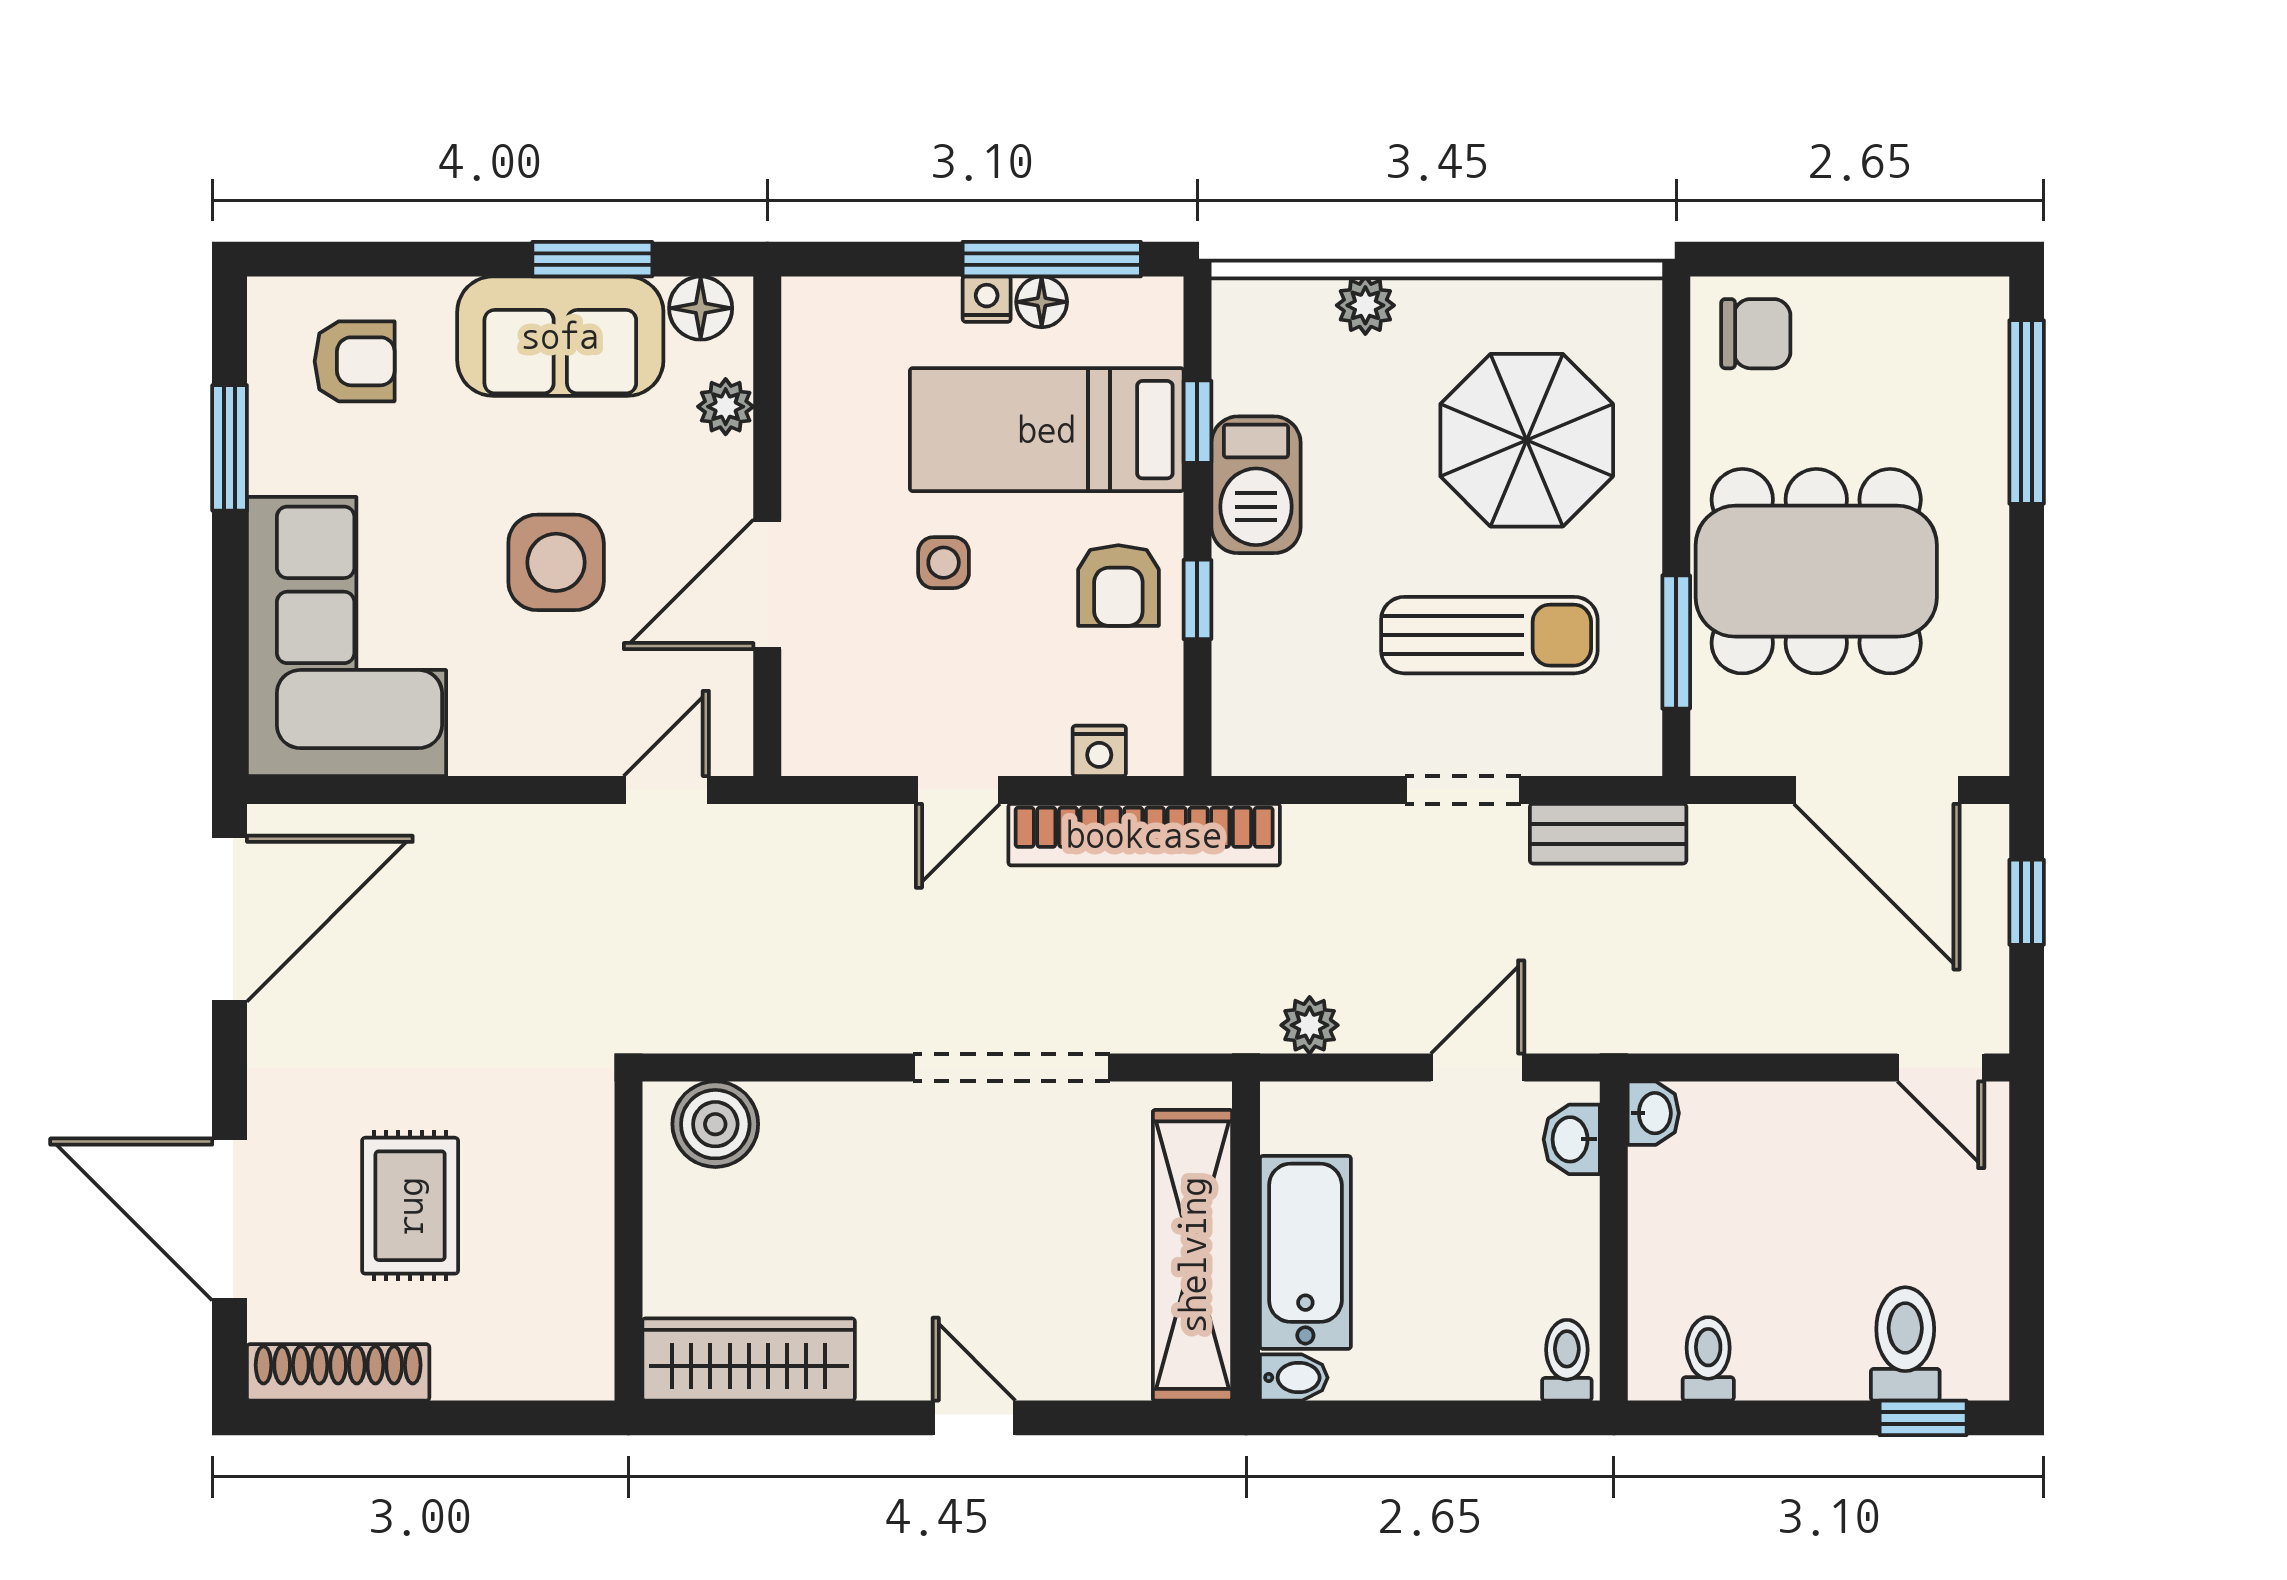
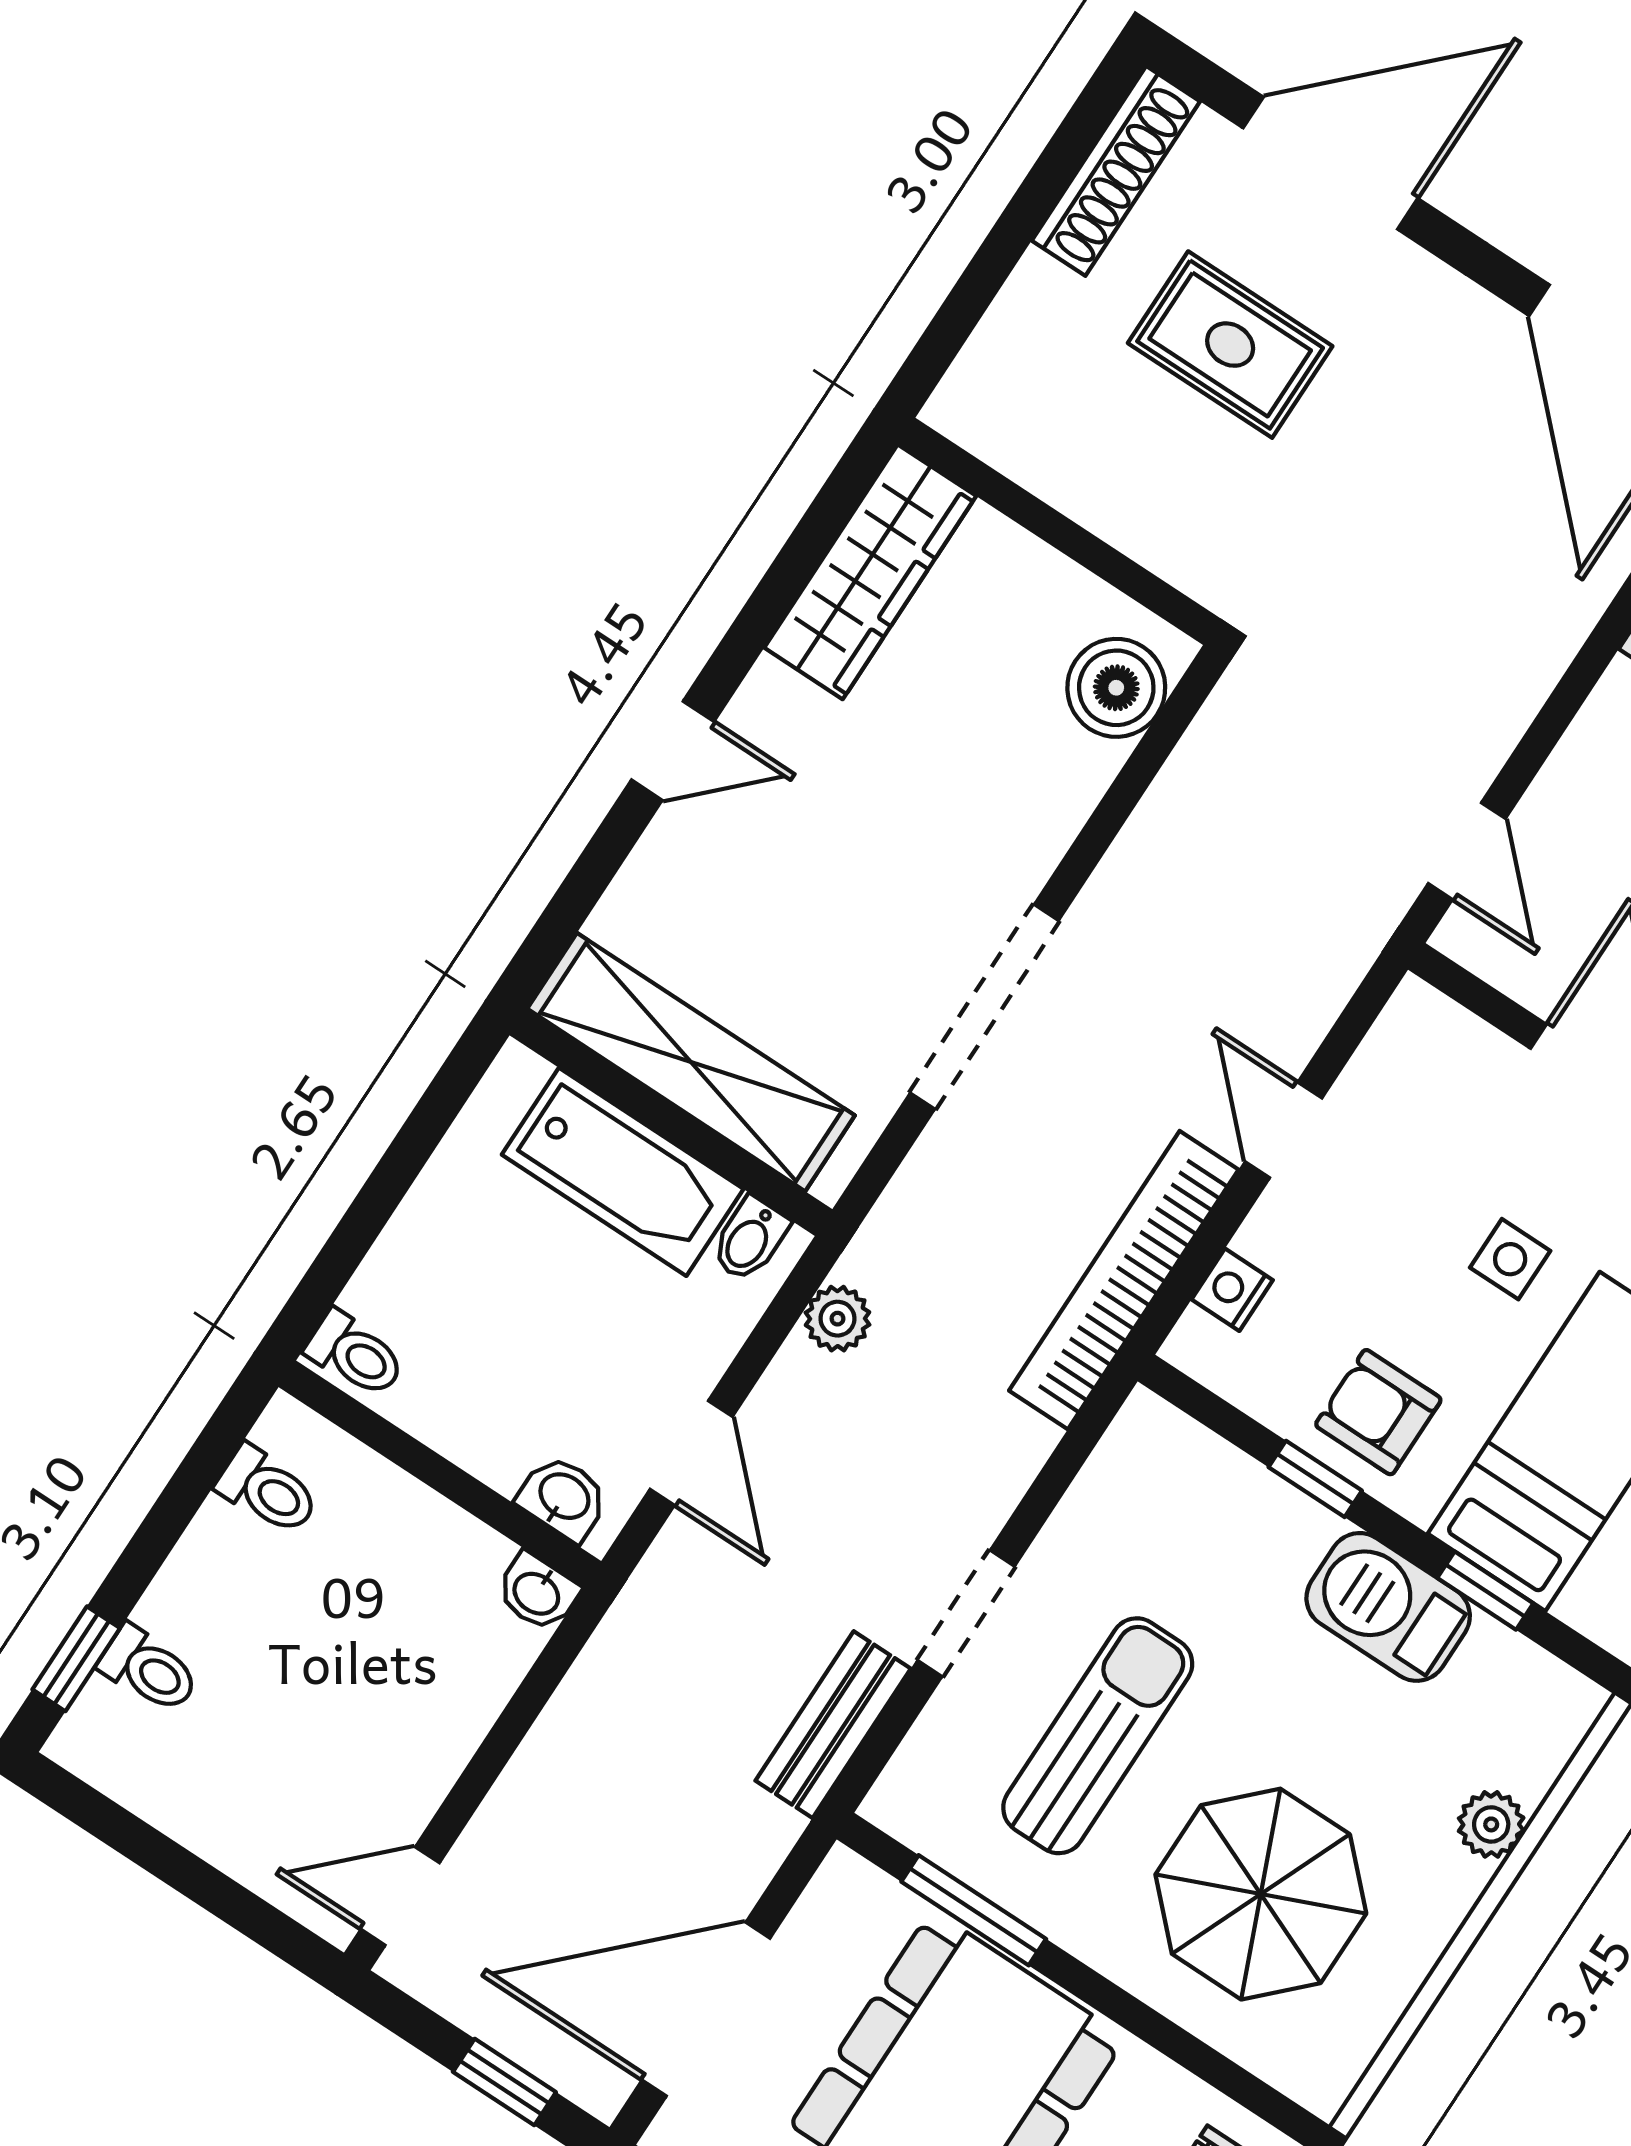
sun lounger: (1489, 635) -> (1098, 1736), turned 180
toilet: (1905, 1344) -> (149, 1669), width x0.73, depth x0.72
bidet: (1294, 1378) -> (750, 1239), moved

